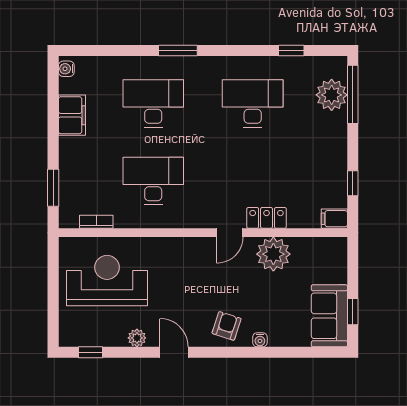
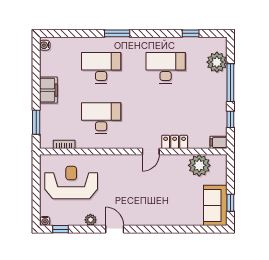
window: (353, 94) -> (230, 83), moved
filing cabinet: (72, 115) -> (48, 90), moved
plant: (273, 254) -> (199, 165), moved
armchair: (227, 326) -> (149, 212), removed
water cooler: (260, 340) -> (45, 221), moved

